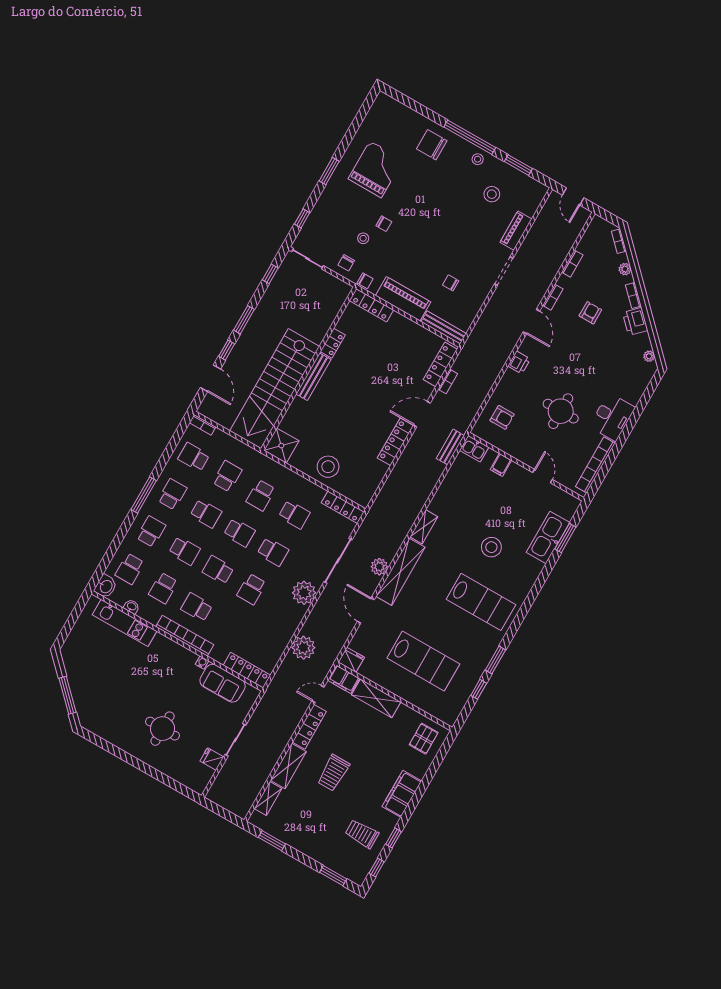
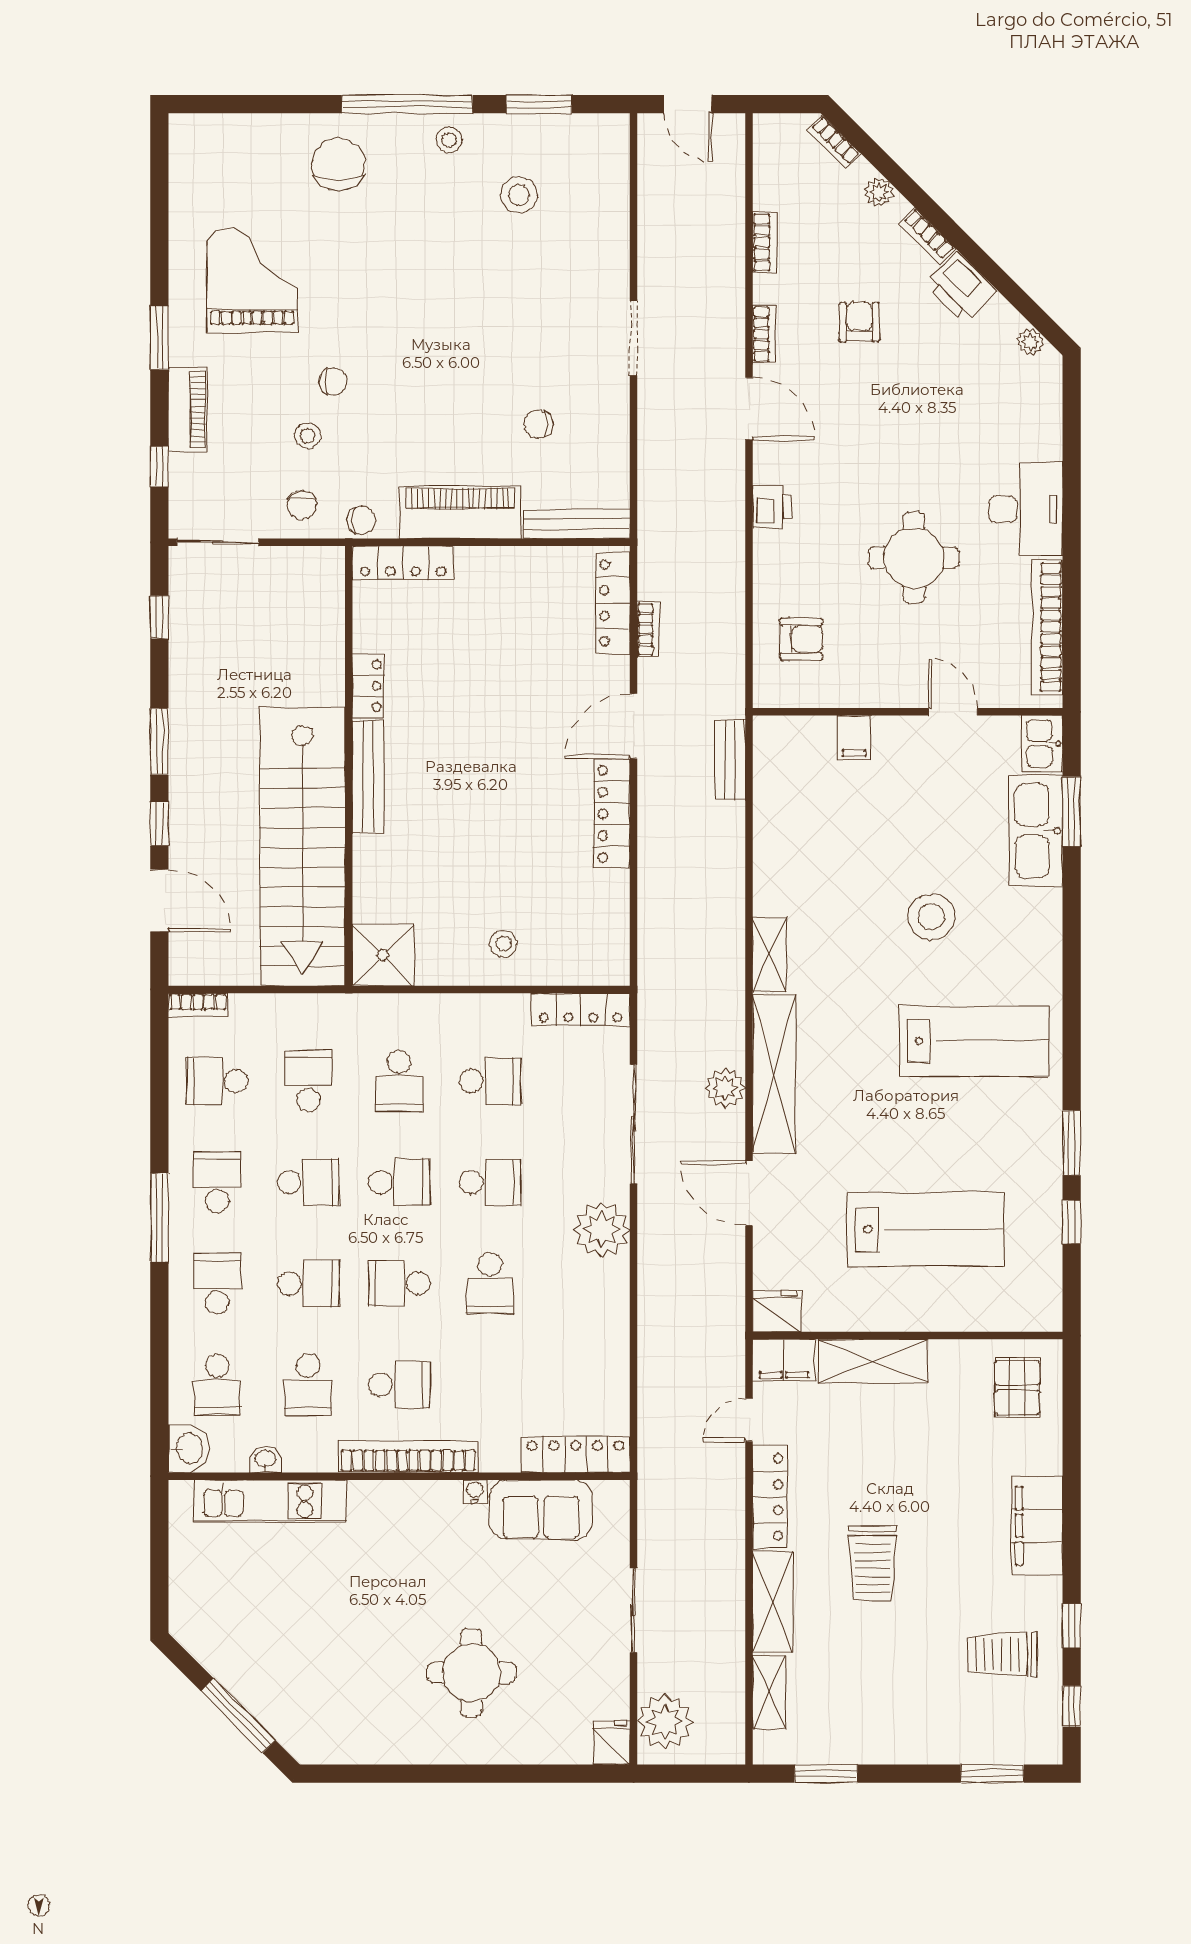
chair: (432, 145) -> (338, 164), turned 90
piano: (516, 231) -> (187, 409), moved, turned 180
kitchen sink: (474, 449) -> (1042, 744), moved, turned 90
stool: (328, 467) -> (503, 944), width x0.53, depth x0.53
school desk: (197, 607) -> (399, 1385), turned 180
plant: (303, 648) -> (665, 1722), moved
fridge: (212, 759) -> (611, 1743), moved, turned 90

